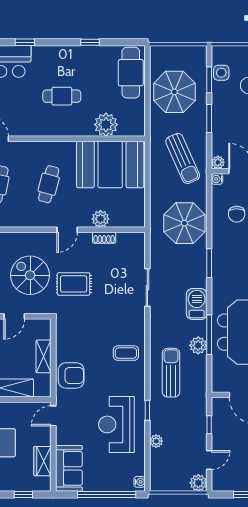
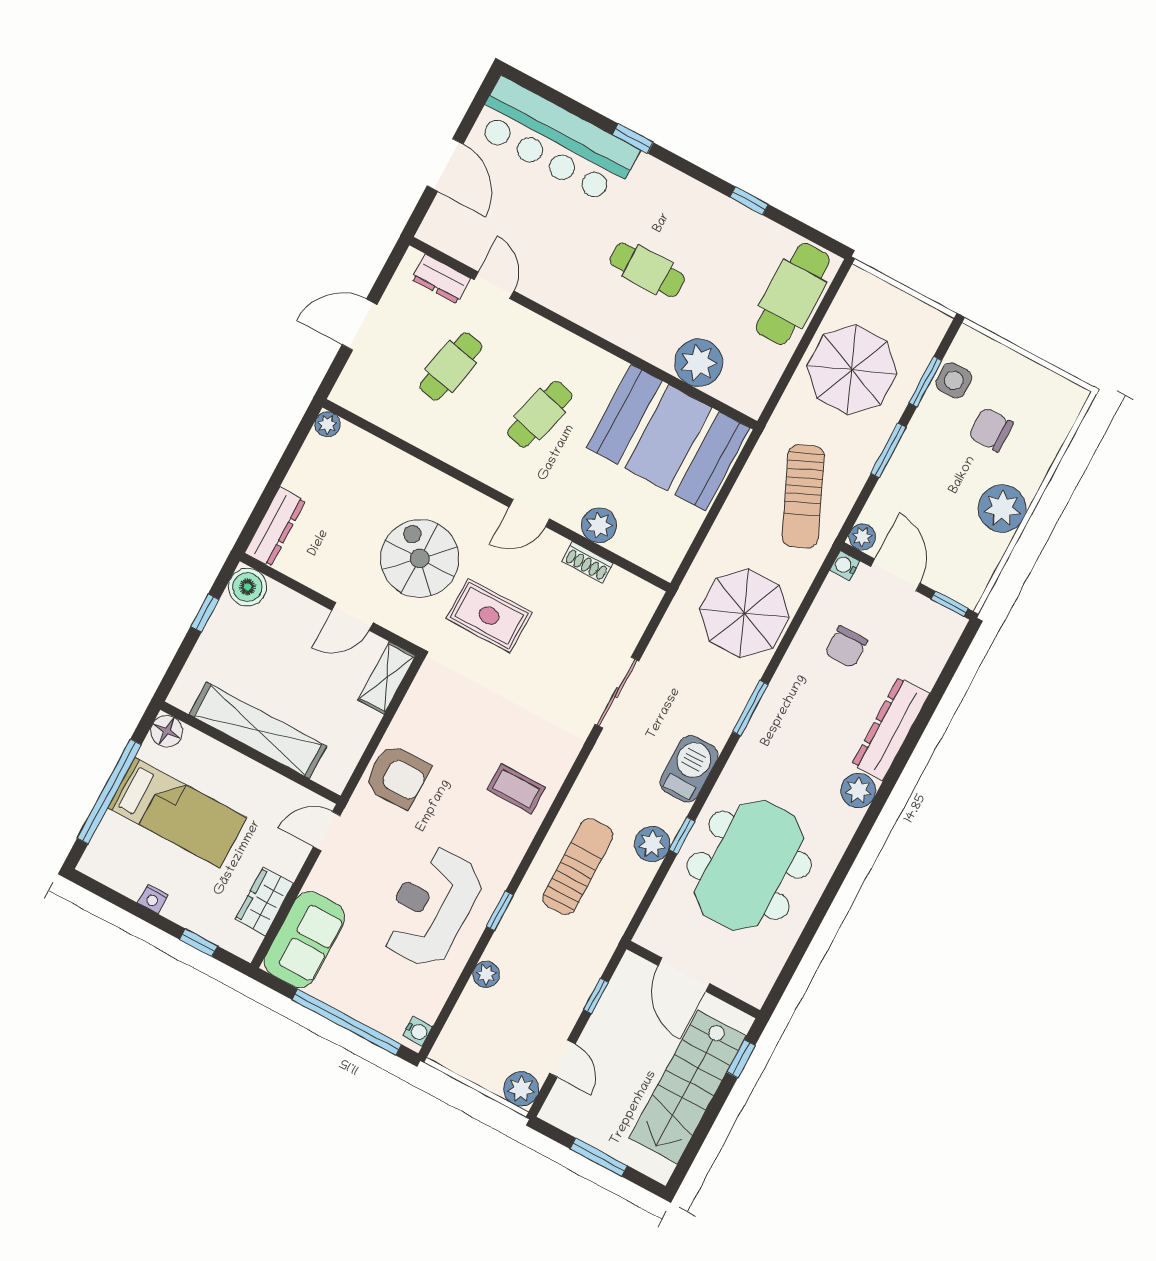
window: (209, 335) -> (682, 835), width x0.46
shelving: (44, 356) -> (387, 678), moved
door: (209, 460) -> (562, 1059), hinge flipped

